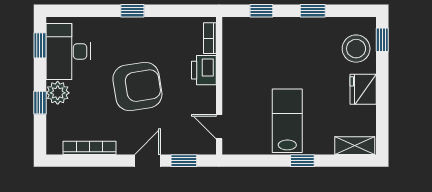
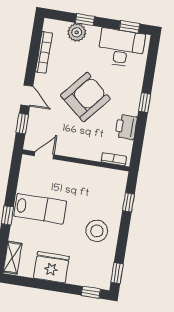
window: (313, 11) -> (117, 273), moved
stool: (356, 49) -> (97, 231), moved
printer: (204, 70) -> (126, 127), moved, turned -90
armchair: (137, 86) -> (85, 97), turned -131
fridge: (363, 89) -> (51, 267), width x1.36, depth x1.34
plant: (58, 93) -> (77, 32), moved

